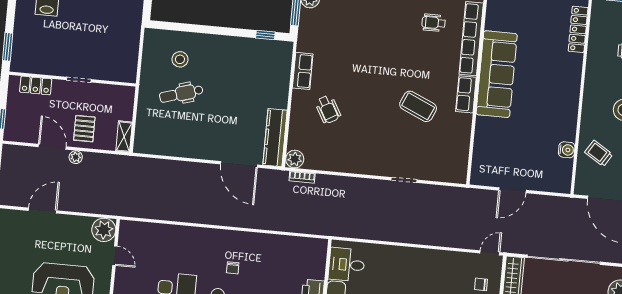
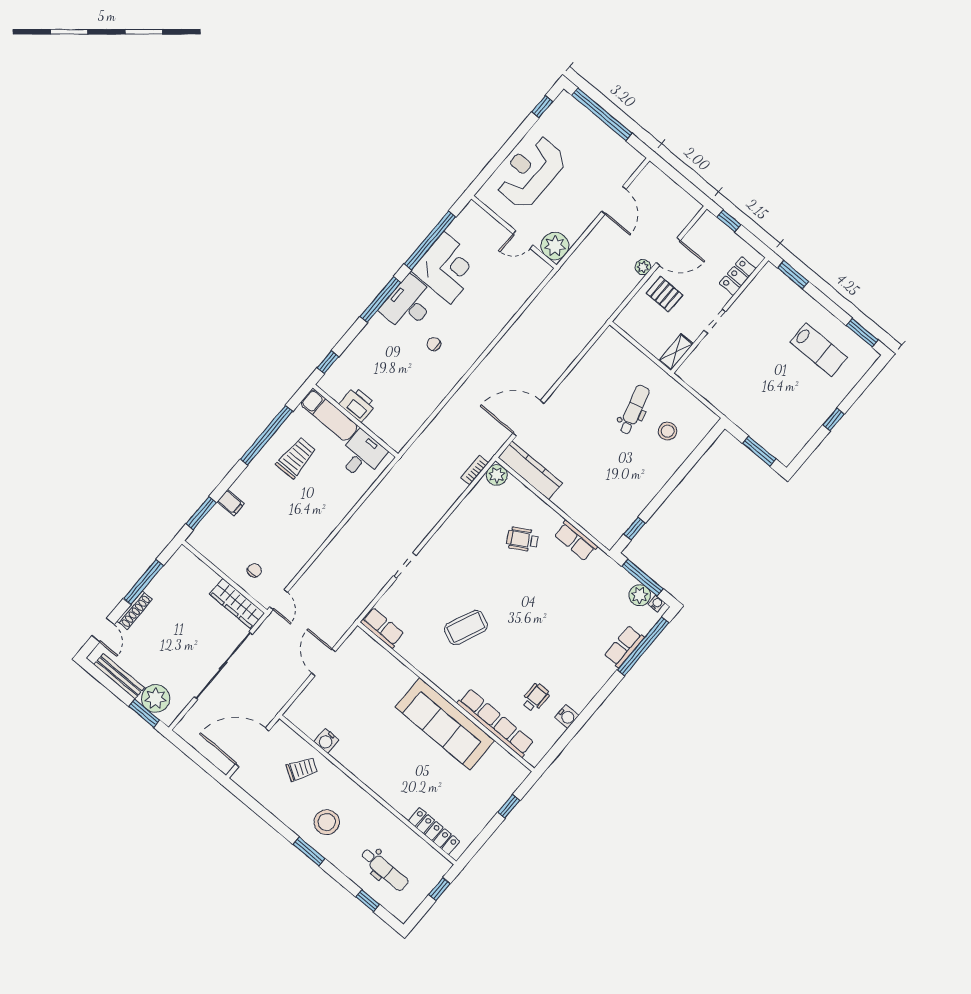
row of seats: (466, 94) -> (382, 628), moved
shelving: (124, 137) -> (676, 352), moved, turned 90

